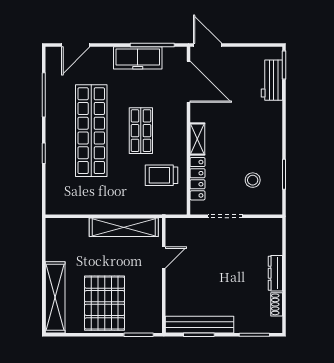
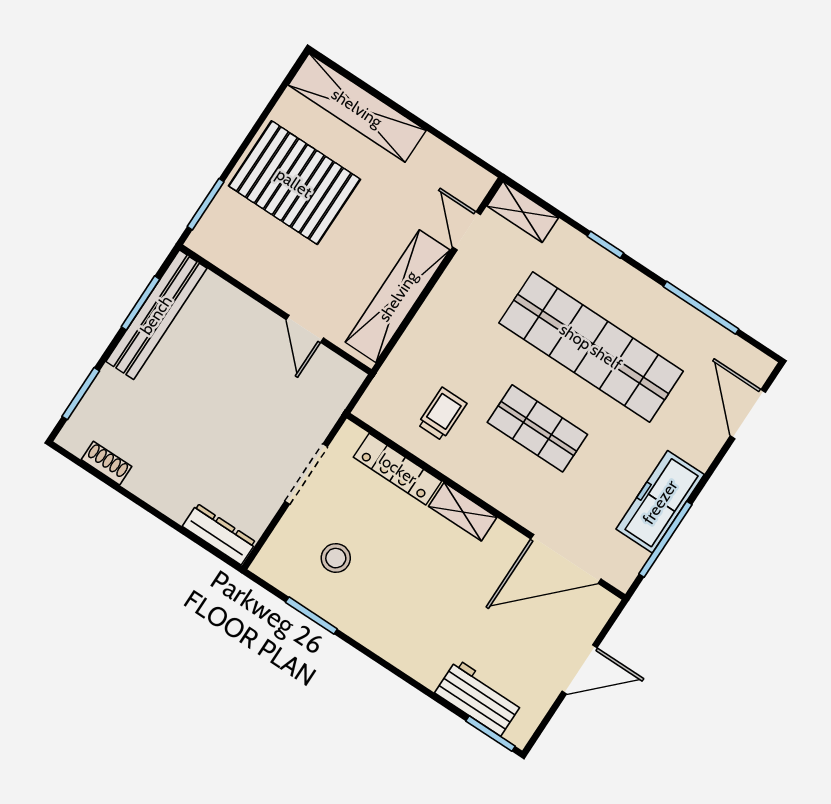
door: (208, 45) -> (580, 670), moved
trolley: (162, 175) -> (442, 414), width x0.73, depth x0.72
shelving: (53, 198) -> (523, 212), added
door: (77, 216) -> (467, 231), added
dresser: (275, 273) -> (219, 534), moved

